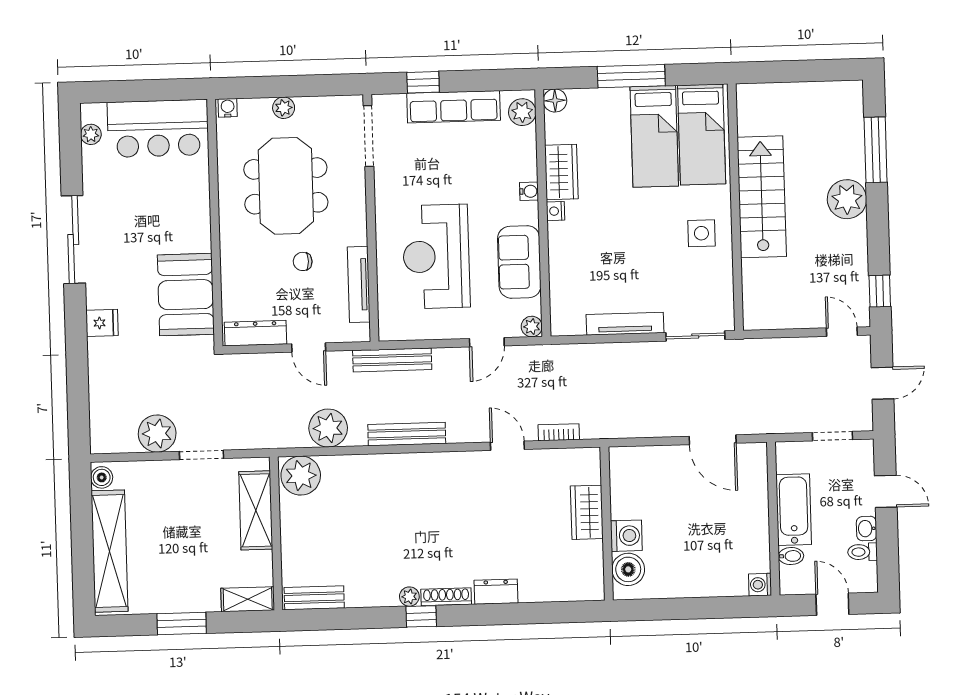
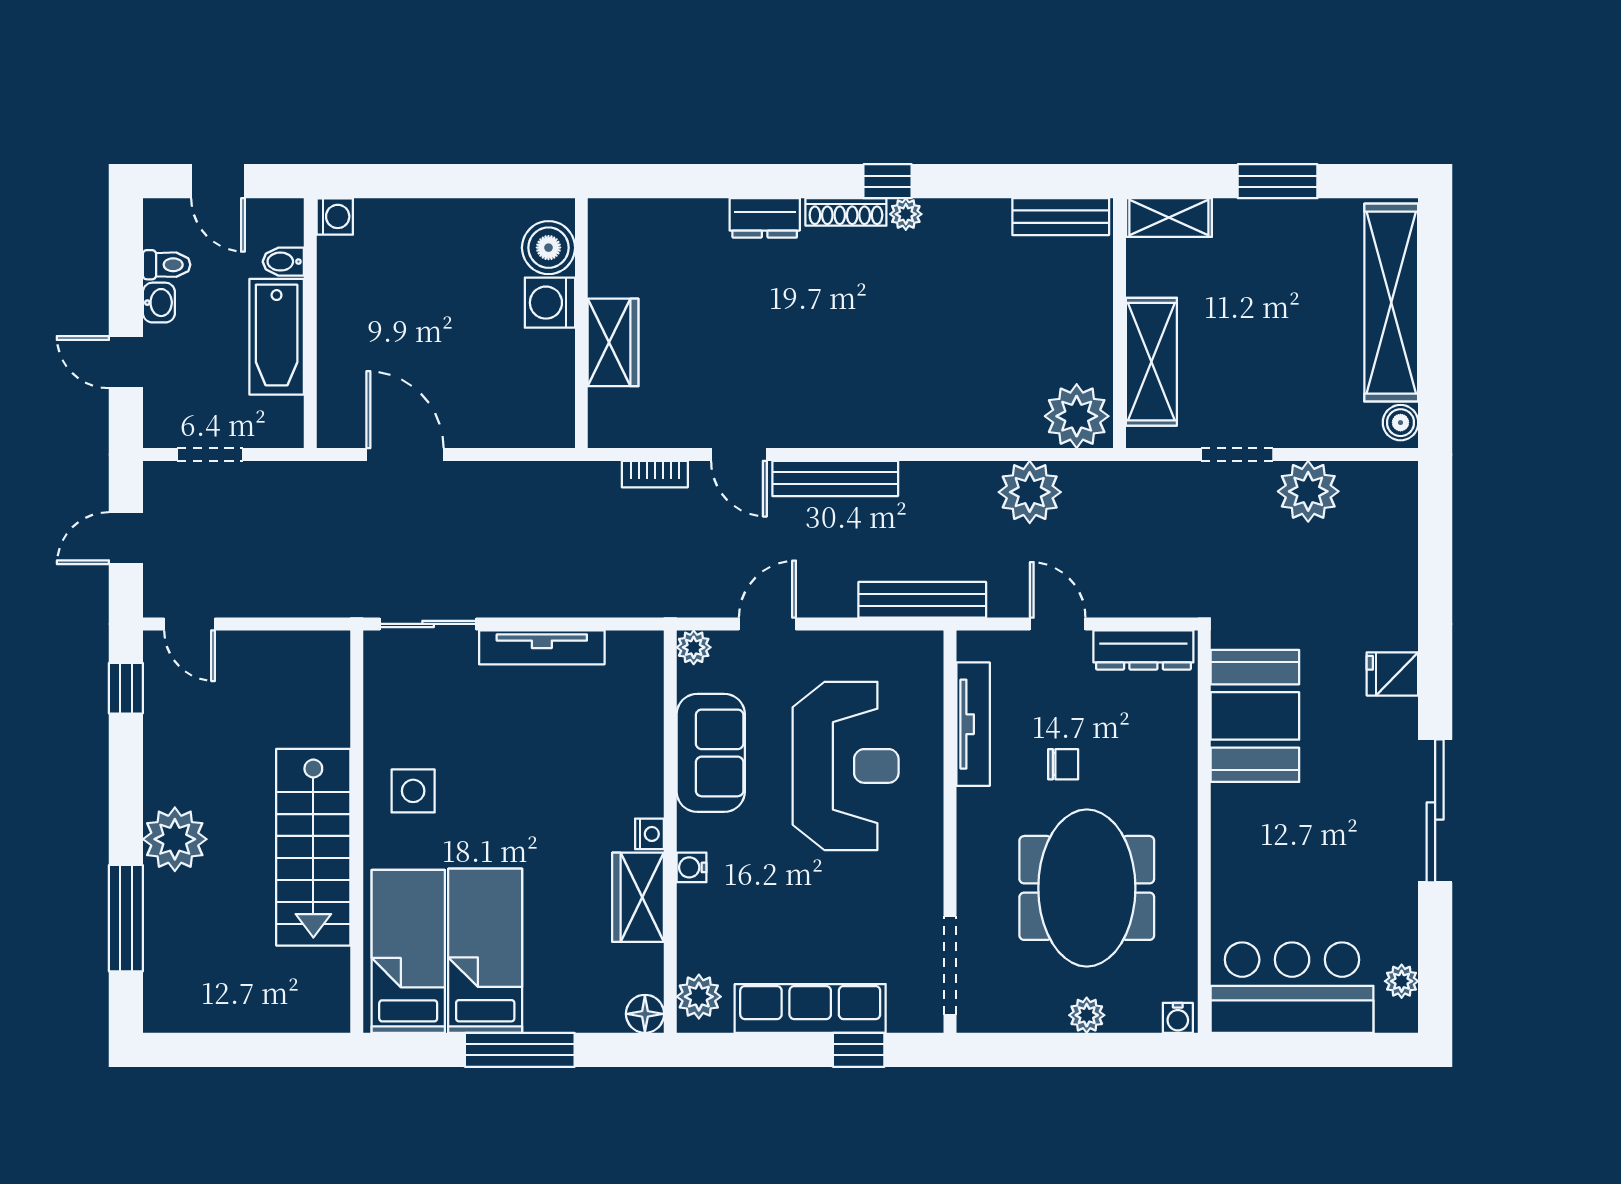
bench: (407, 434) -> (835, 478), moved

